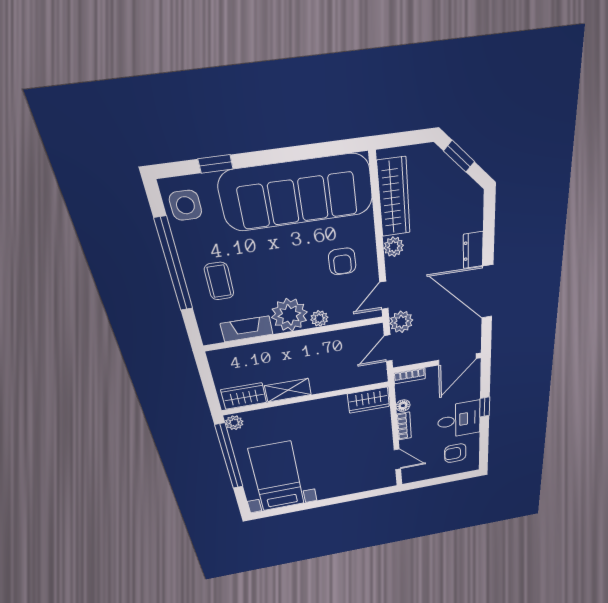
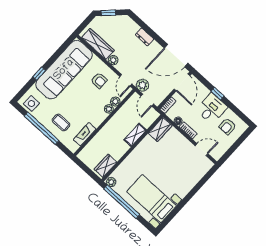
window: (216, 164) -> (39, 74), moved
door: (487, 292) -> (176, 56), moved
plant: (289, 315) -> (115, 101), moved, width x0.53, depth x0.53
shelving: (288, 390) -> (135, 135), moved

